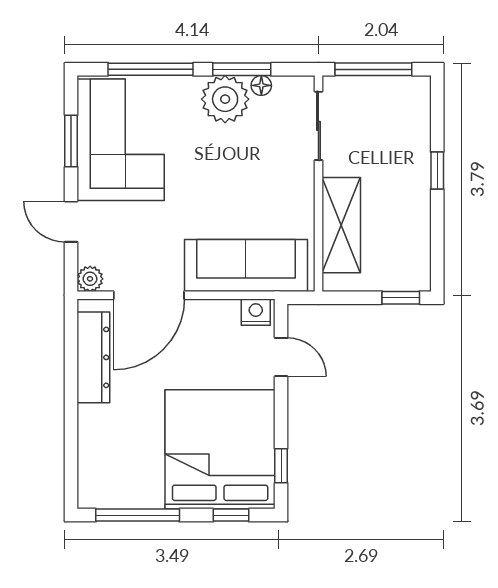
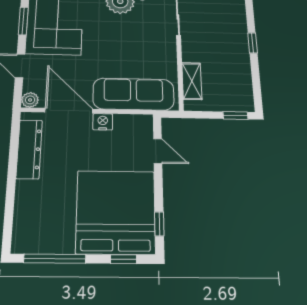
shelving: (341, 225) -> (192, 81), width x0.67, depth x0.75
door: (149, 295) -> (69, 111), swing flipped
nightstand: (256, 312) -> (103, 122), moved

